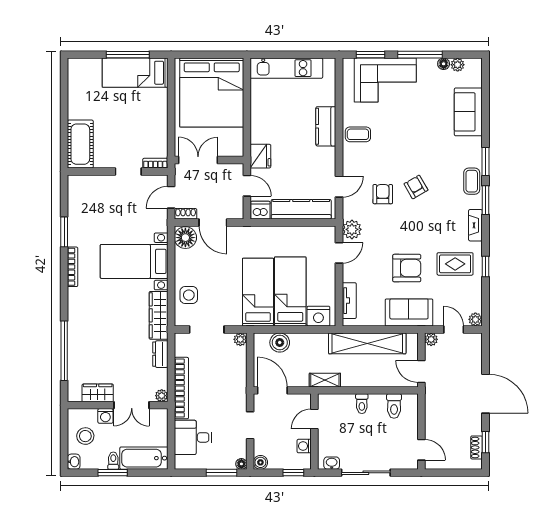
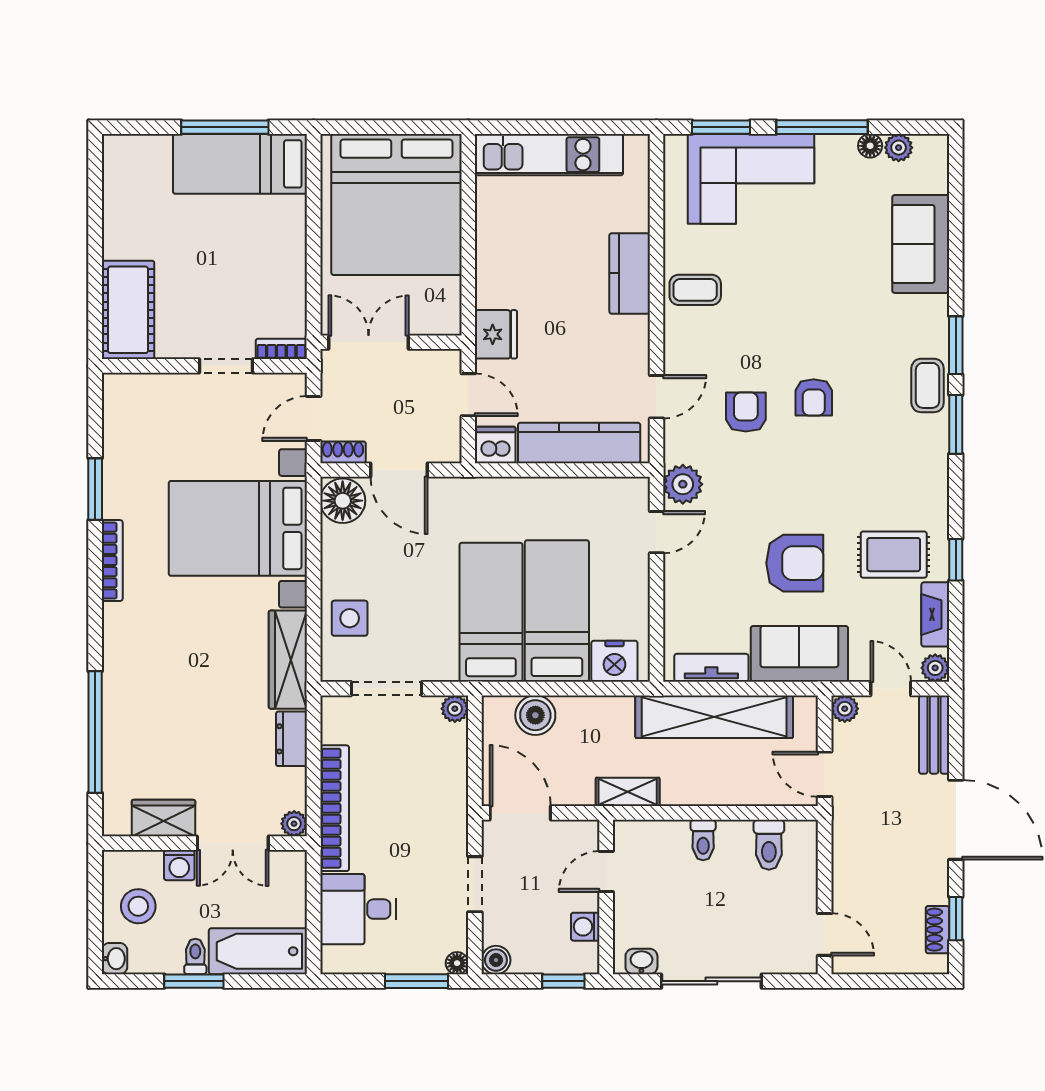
armchair: (416, 187) -> (814, 397), turned -150
fireplace: (475, 225) -> (935, 614), moved
bed with nightstands: (134, 261) -> (238, 528), width x1.36
tv unit: (349, 301) -> (711, 668), moved, turned -90
bench: (475, 352) -> (934, 735), added

